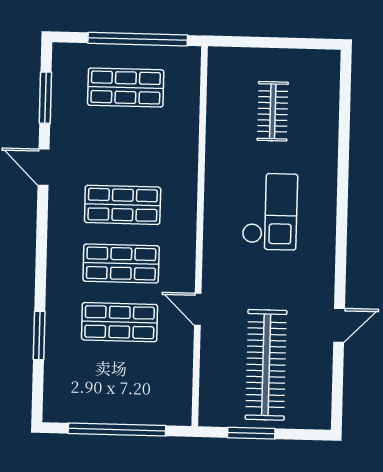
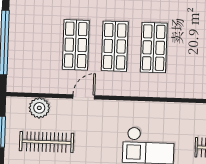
clothes rail: (266, 365) -> (47, 142), width x0.73, depth x0.76
plant: (215, 376) -> (39, 108), added

